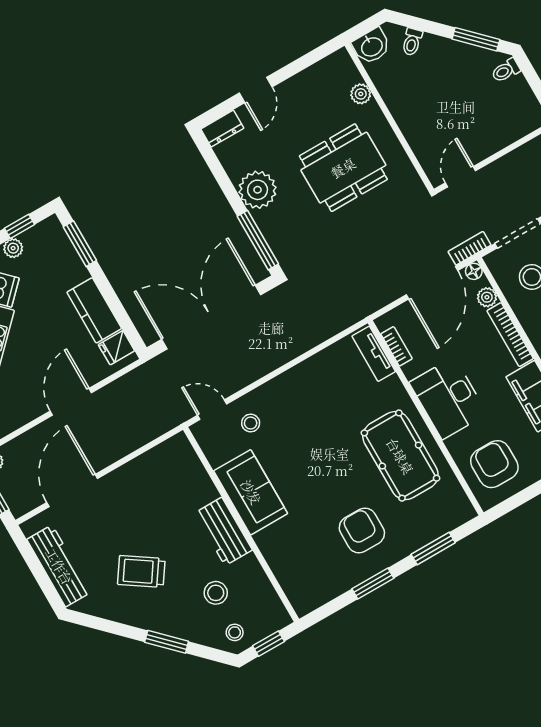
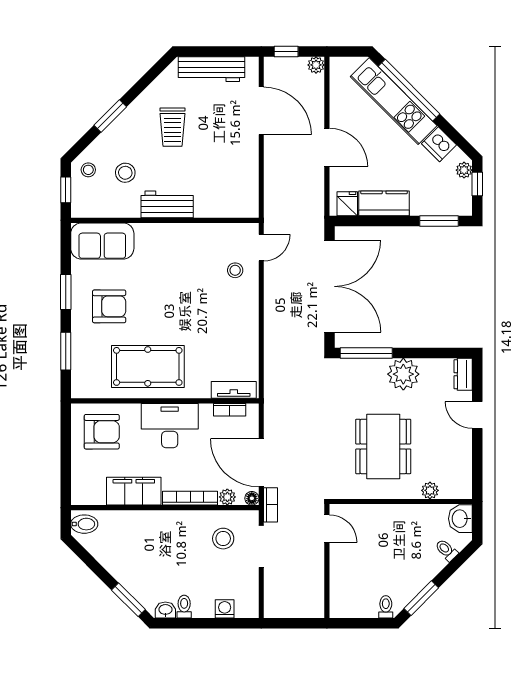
sofa: (251, 492) -> (102, 241), moved
trolley: (141, 571) -> (173, 127), turned 146

